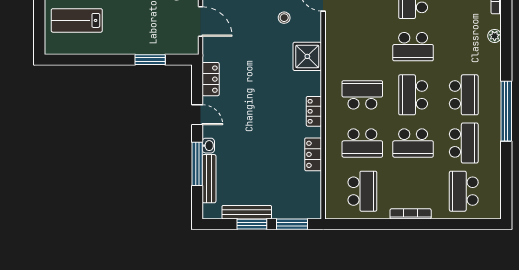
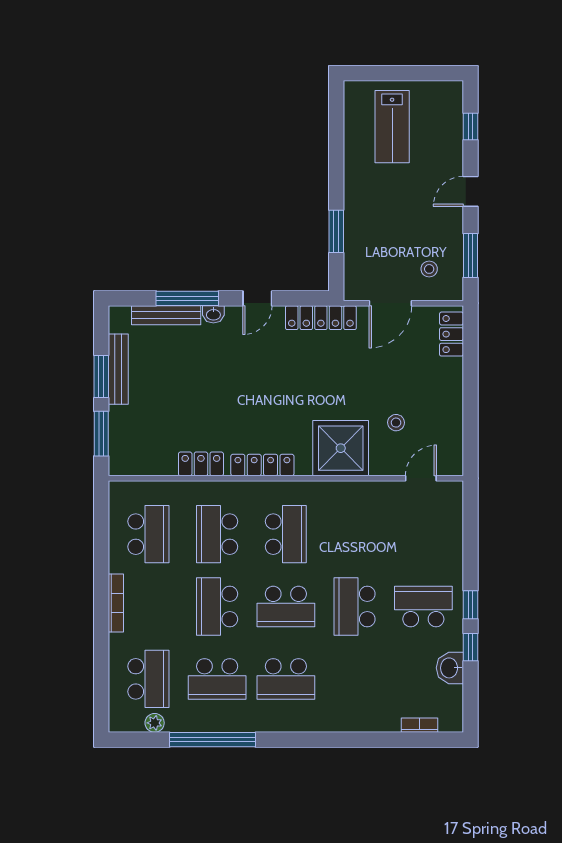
lab bench: (77, 20) -> (392, 127), turned 180
plant: (495, 36) -> (155, 723), moved
shower: (307, 56) -> (341, 448), width x1.37, depth x1.37
locker: (211, 79) -> (321, 318), width x1.53
school desk: (413, 95) -> (286, 607), turned 180
locker: (314, 111) -> (262, 465), width x1.53
window: (506, 111) -> (213, 740), moved
school desk: (362, 191) -> (148, 534), turned -90
school desk: (464, 191) -> (148, 679), turned 90

